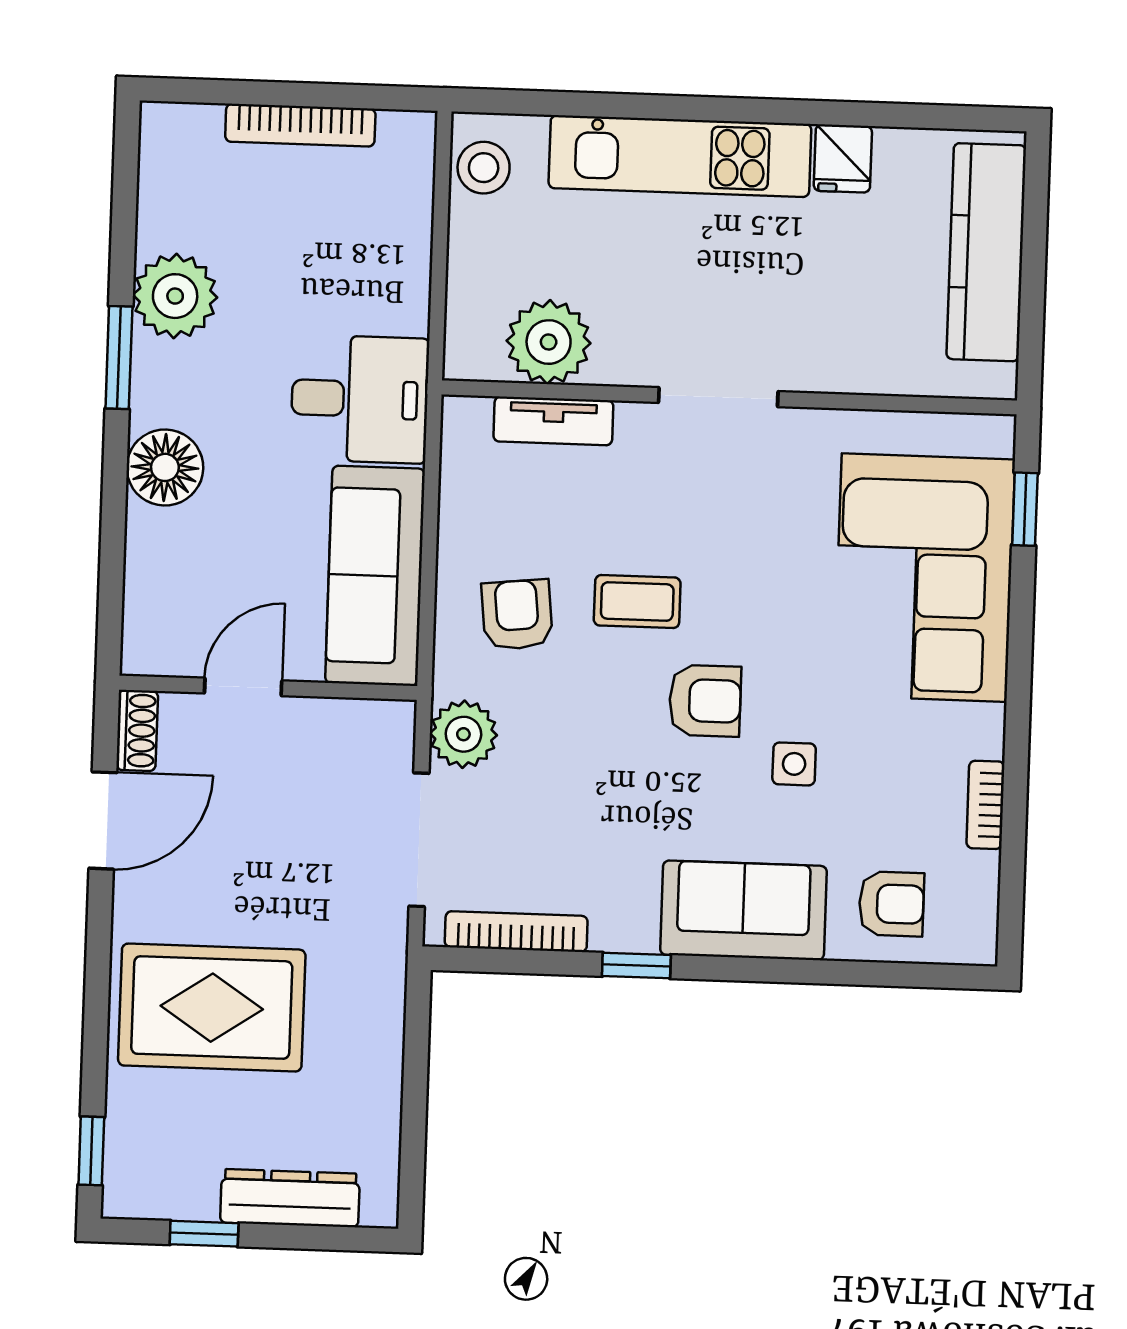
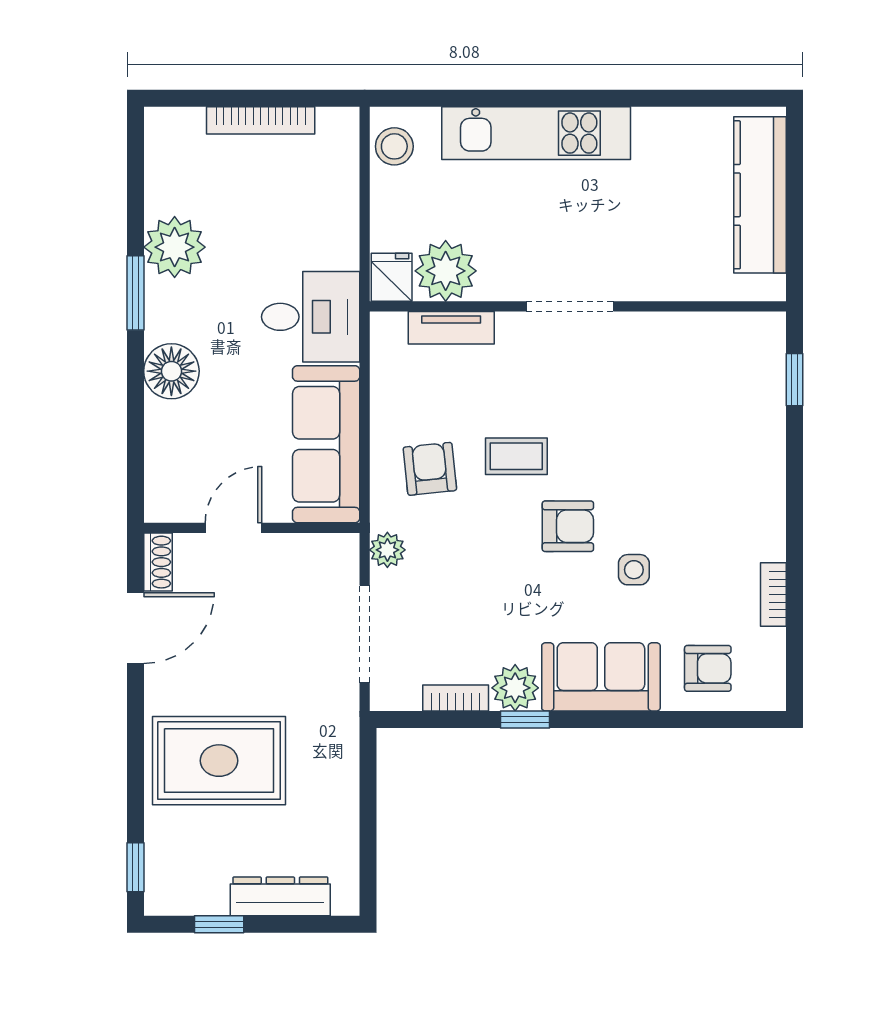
fridge: (843, 158) -> (392, 277), moved, turned 180
corner sofa: (924, 578) -> (723, 432), removed
plant: (463, 734) -> (387, 550), width x0.73, depth x0.73
plant: (624, 921) -> (515, 688), added
bookcase: (516, 932) -> (456, 698), width x0.64

